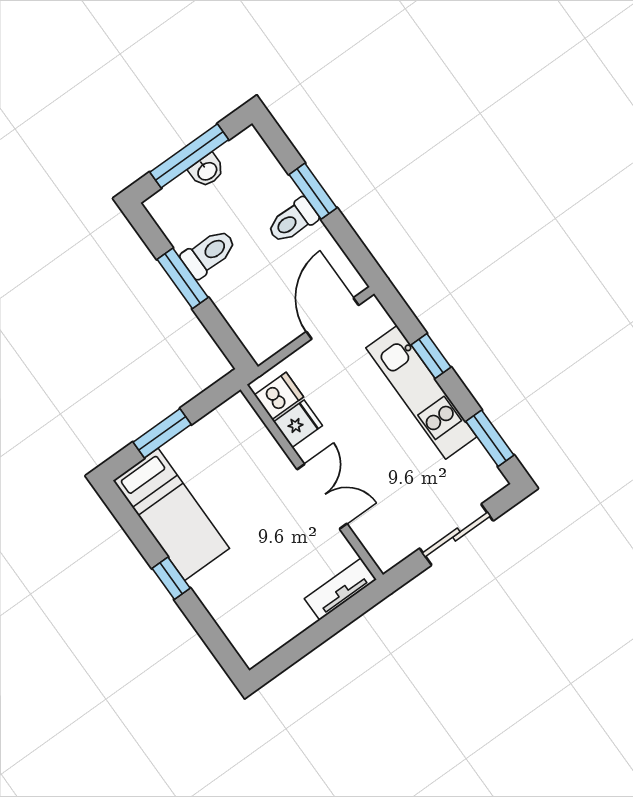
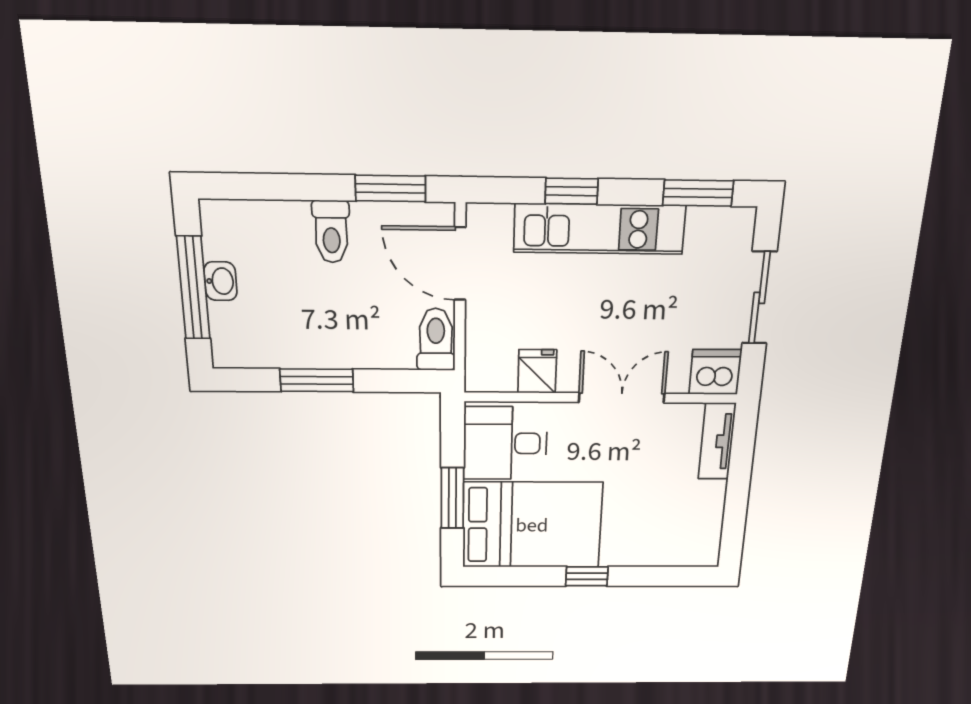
window: (313, 191) -> (390, 188), moved
toilet: (209, 253) -> (436, 339), moved
dishwasher: (279, 396) -> (715, 372), moved, width x1.38
desk: (231, 440) -> (505, 443), added
bed: (171, 514) -> (532, 525), width x1.50

